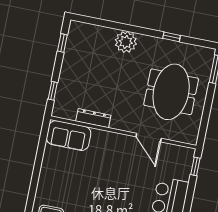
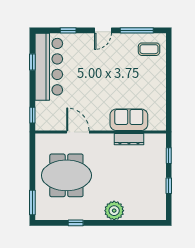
window: (62, 43) -> (169, 186), moved
meeting table: (171, 92) -> (66, 175), turned 90
sofa: (69, 136) -> (129, 120), moved

